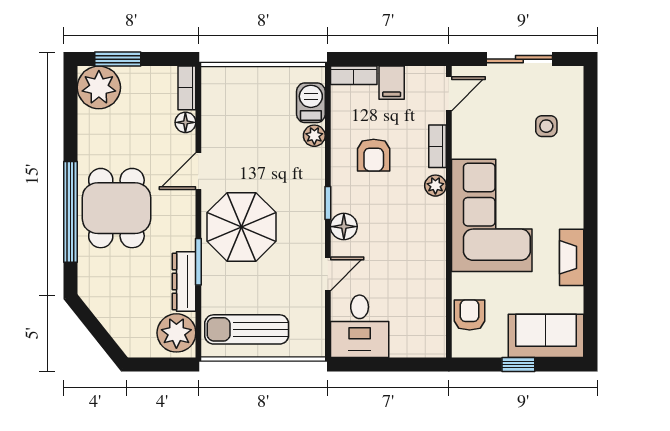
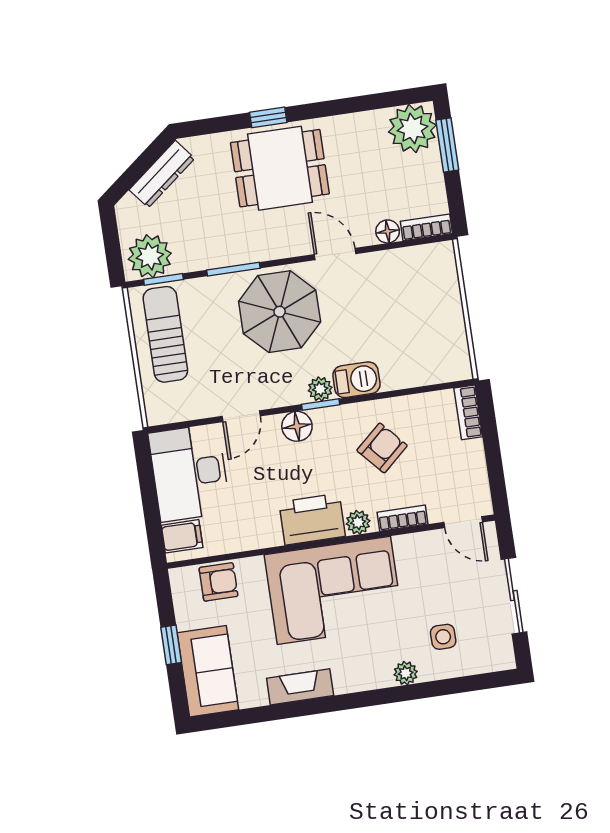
filing cabinet: (392, 83) -> (182, 536), moved, turned 180
barbecue: (311, 103) -> (356, 380), moved
plant: (314, 136) -> (320, 389), moved
armchair: (374, 155) -> (382, 448), turned 138
plant: (573, 163) -> (406, 673), added
window: (71, 212) -> (268, 117), width x0.32
printer: (427, 225) -> (312, 519), added
door: (328, 274) -> (241, 416), hinge flipped
dresser: (184, 281) -> (162, 174), moved, turned 142
window: (198, 324) -> (163, 279), added
desk: (360, 326) -> (189, 473), width x1.37

